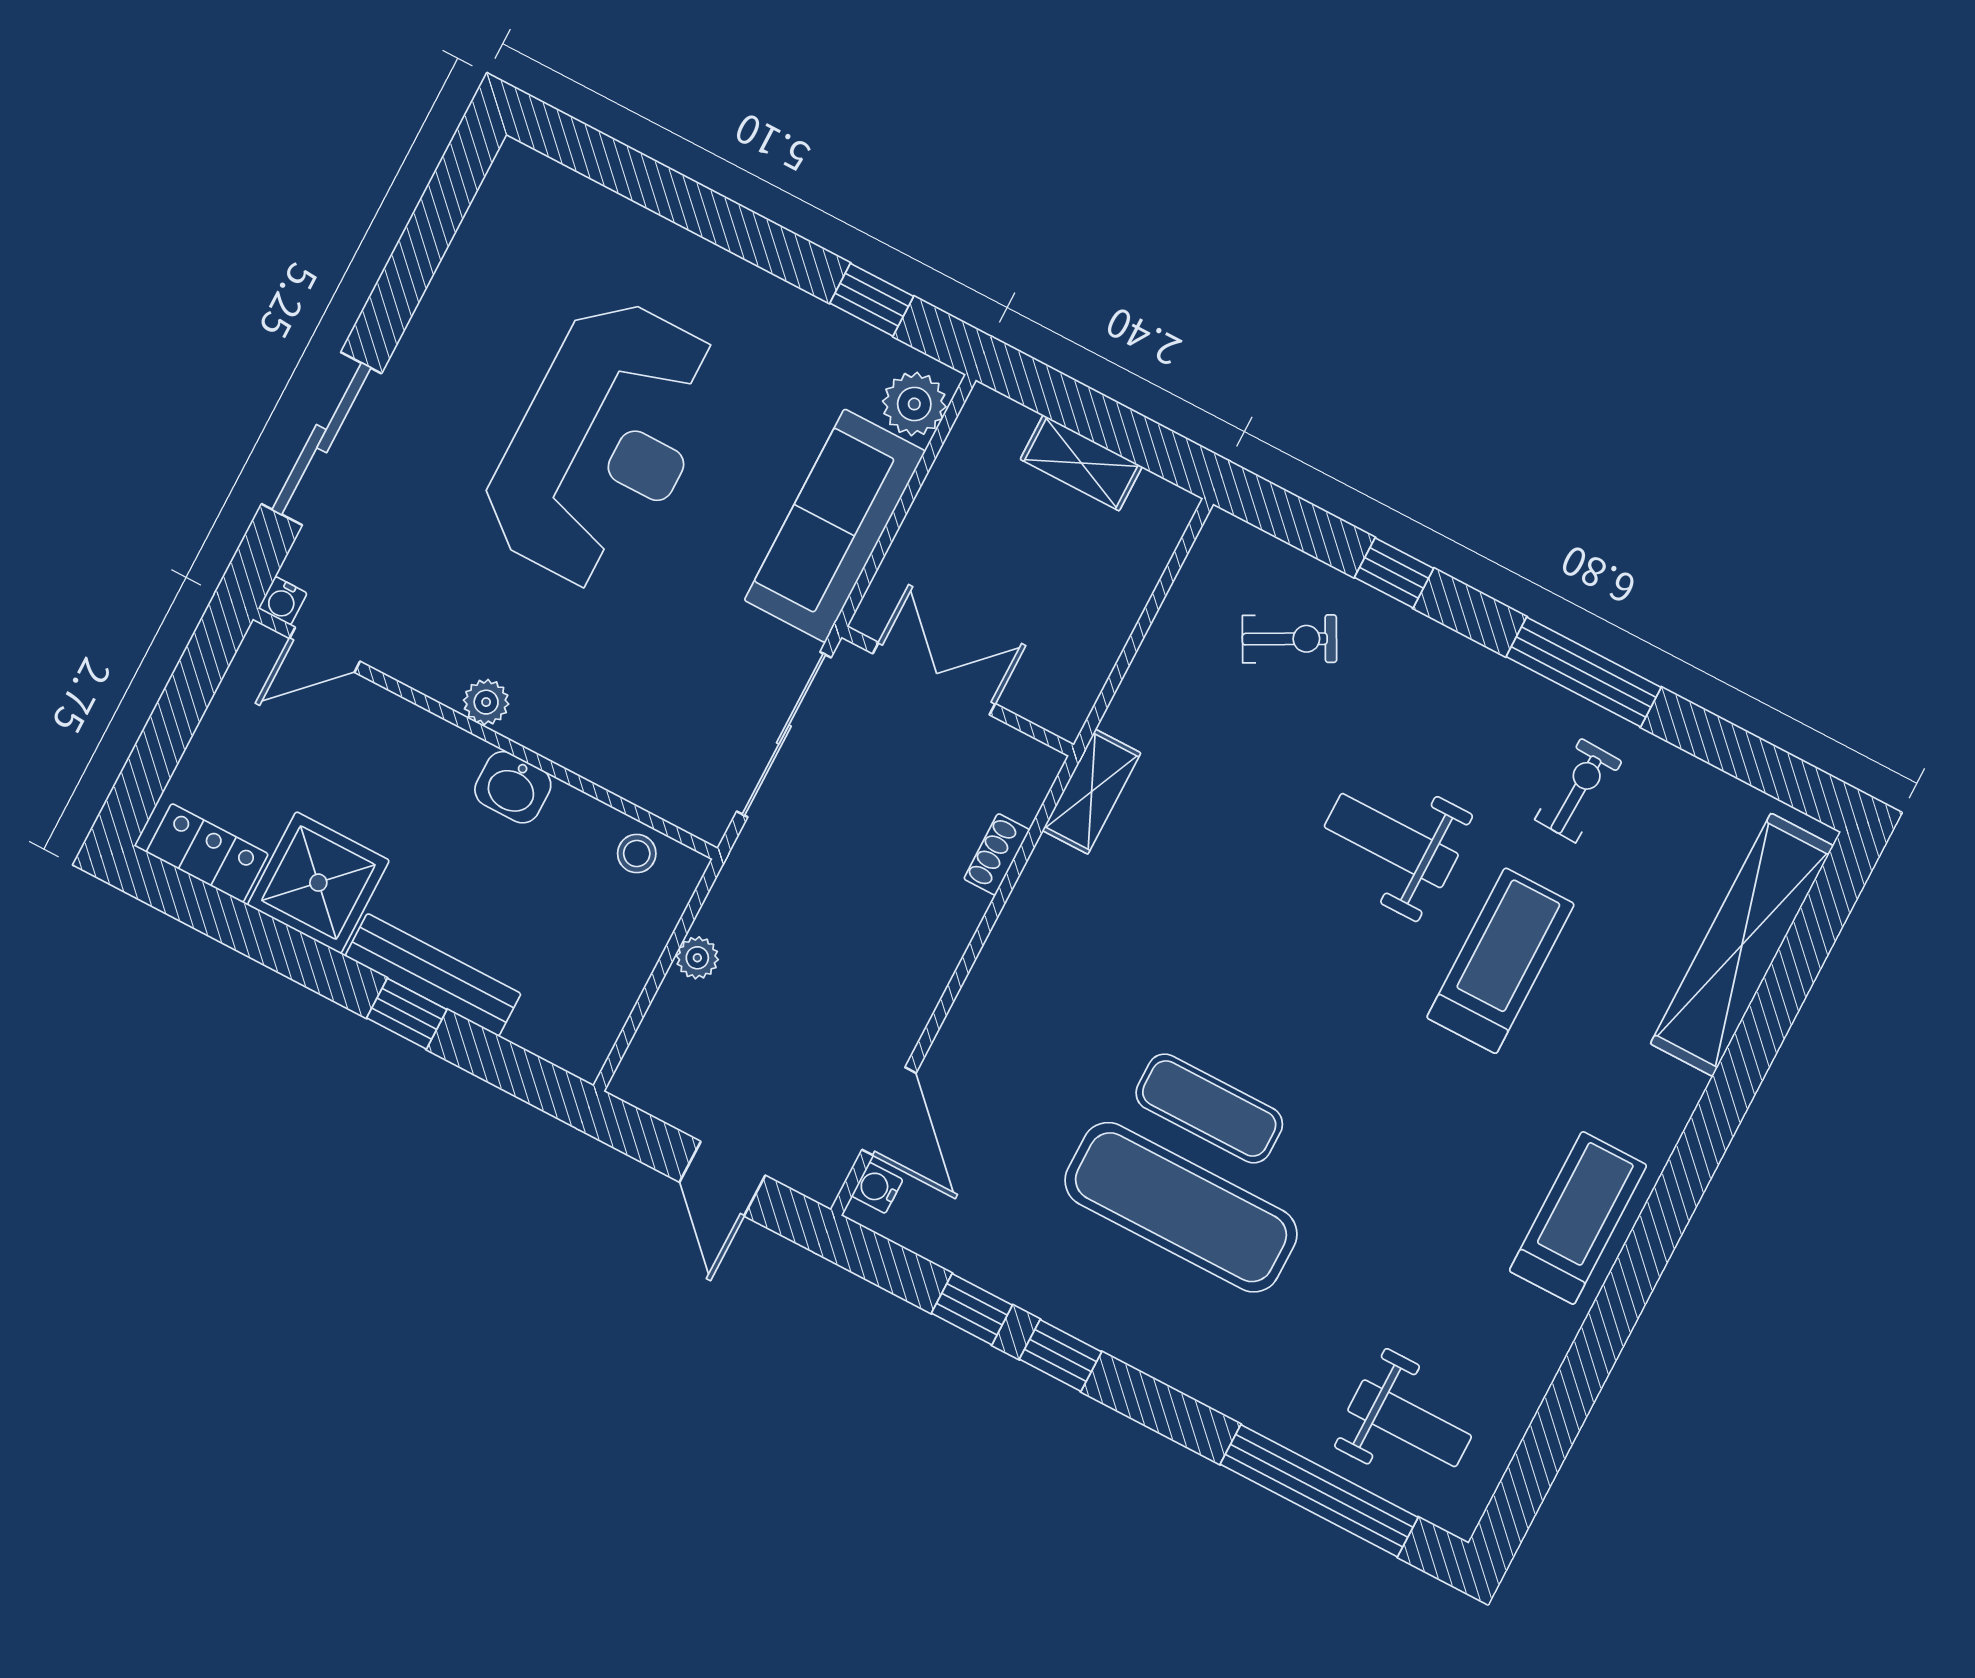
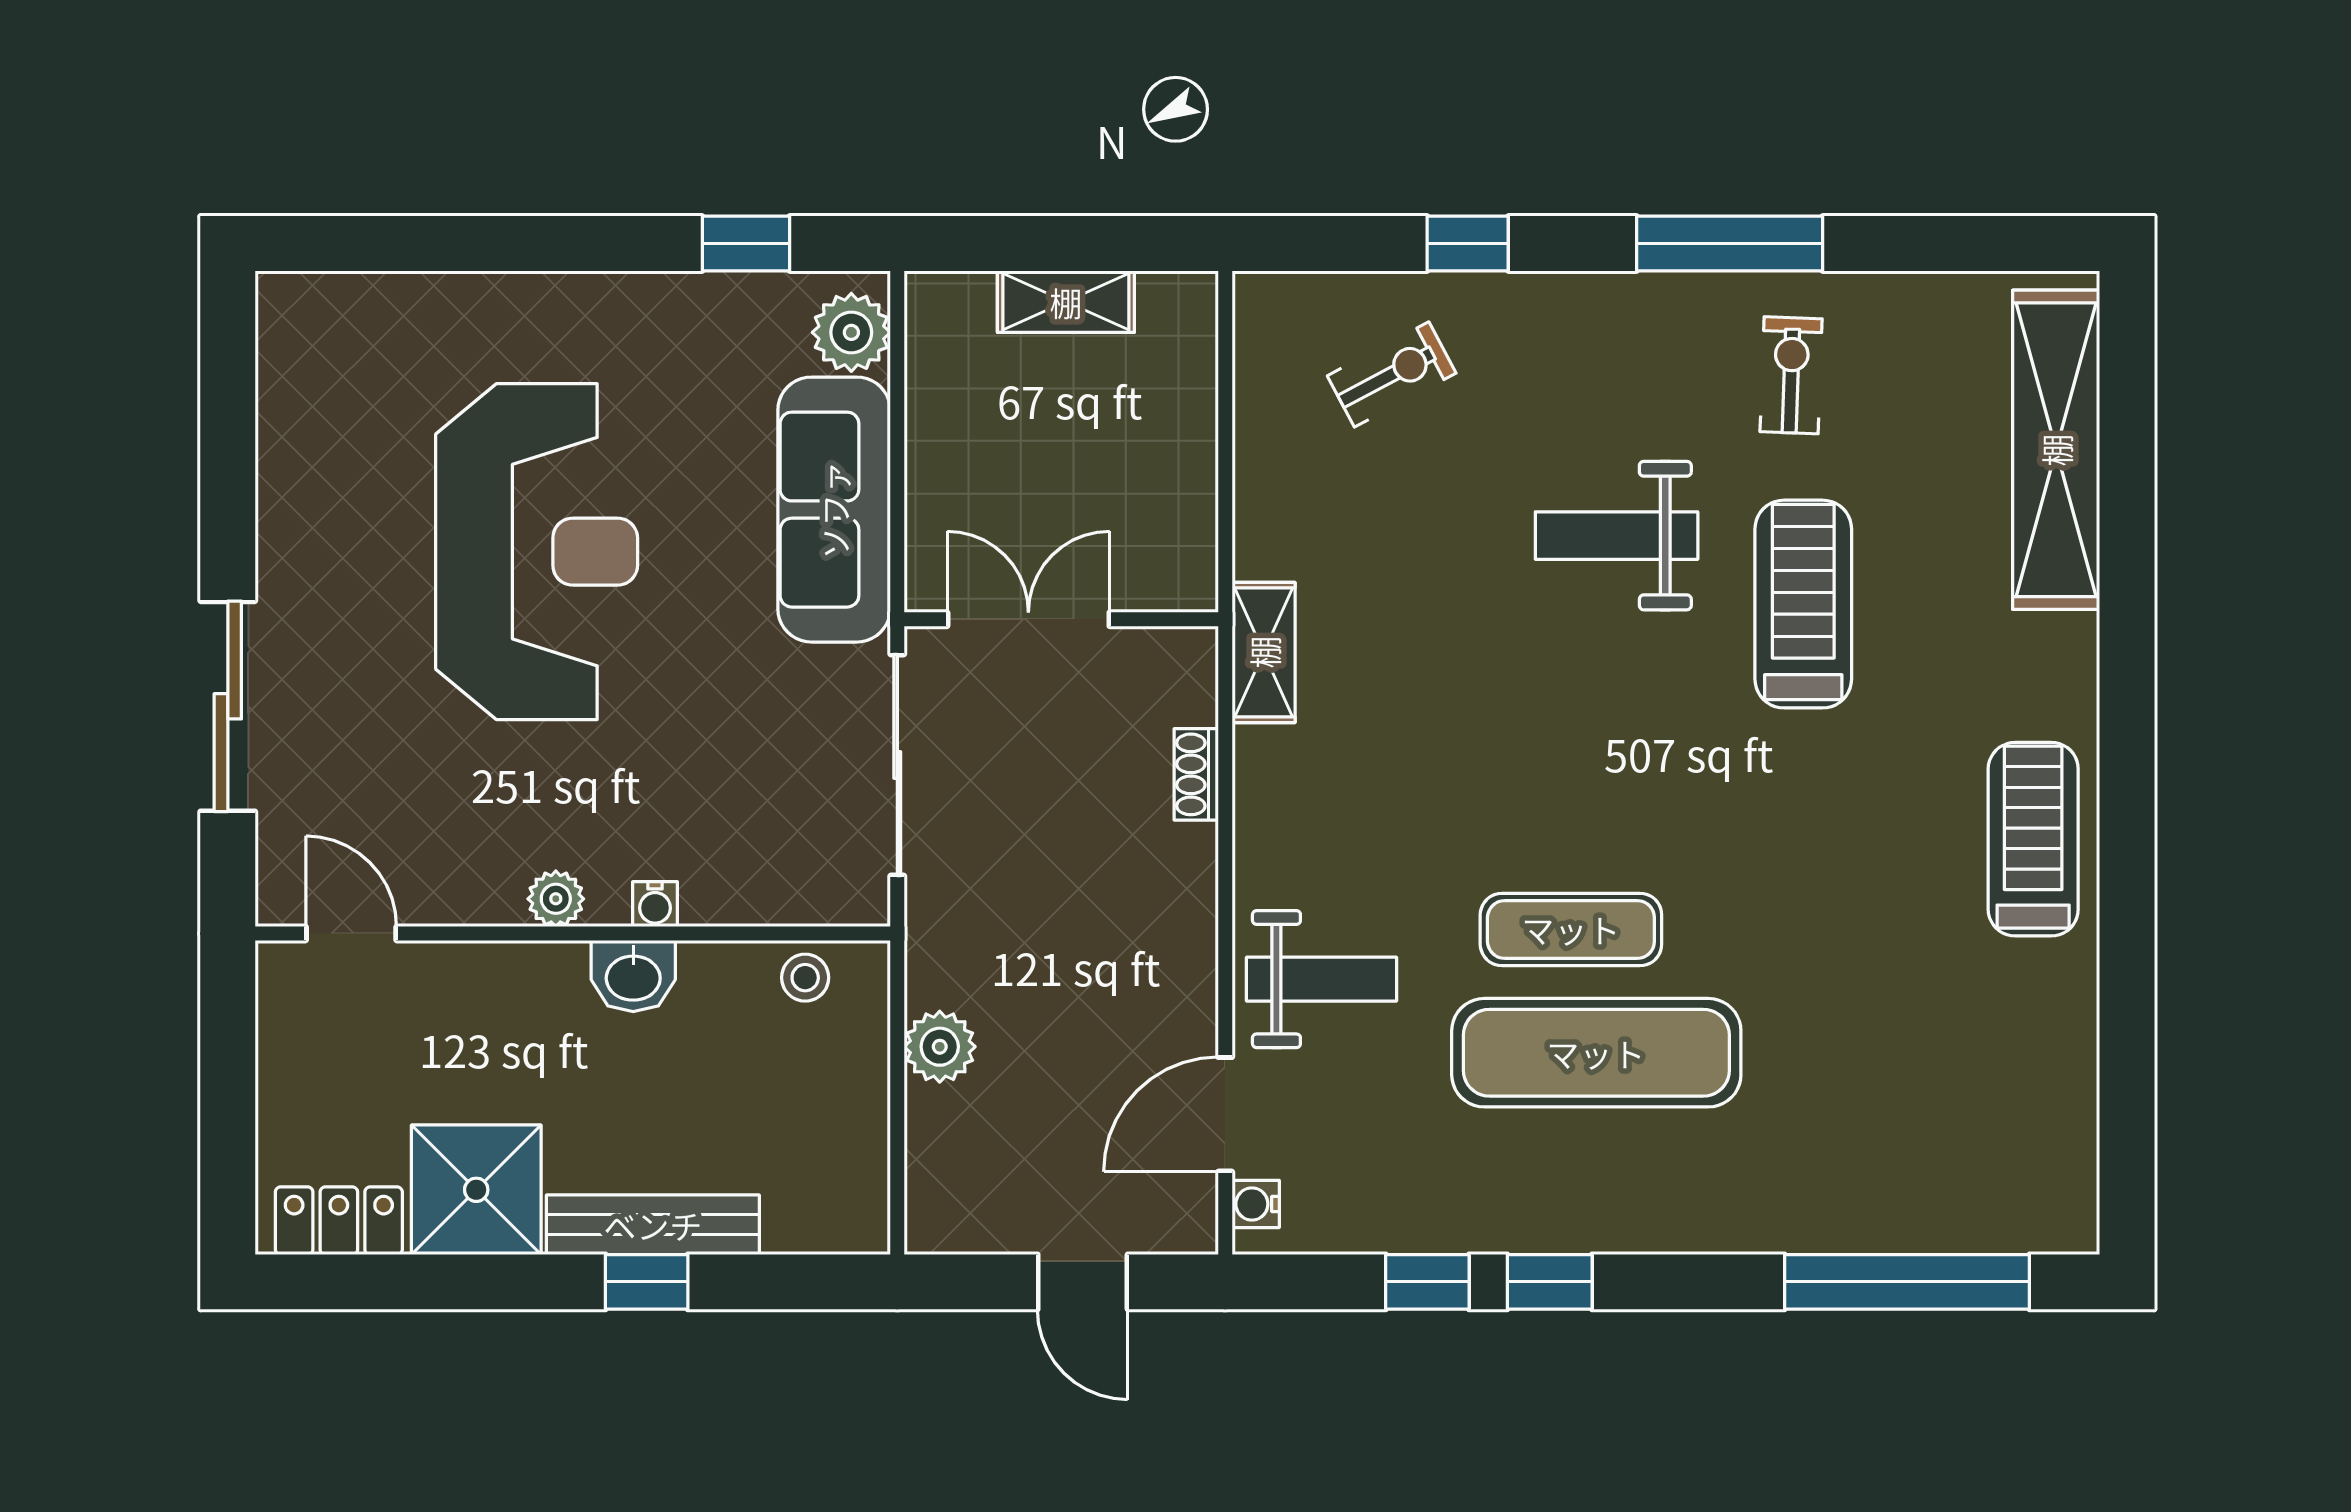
water cooler: (283, 601) -> (655, 904), moved
door: (325, 650) -> (351, 934), swing flipped
plant: (697, 958) -> (940, 1047), width x1.38, depth x1.38
door: (889, 1111) -> (1225, 1114), swing flipped
weight bench: (1410, 1423) -> (1322, 979), moved

